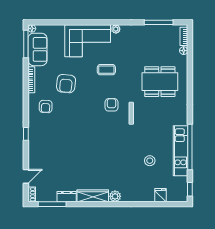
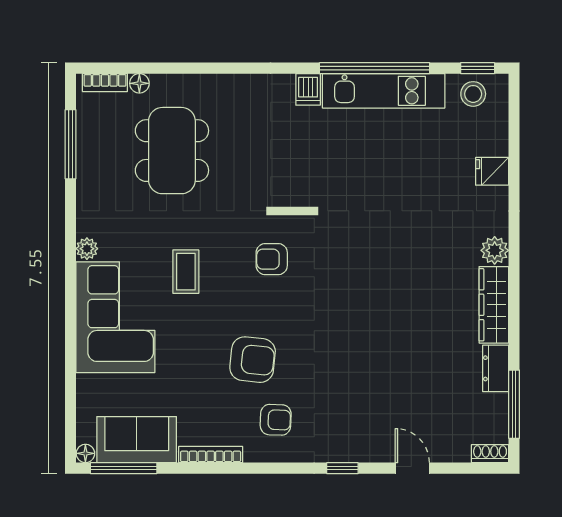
dining table: (160, 82) -> (172, 151), moved
armchair: (66, 84) -> (253, 360), moved
dishwasher: (181, 120) -> (308, 89), added
stool: (150, 161) -> (473, 94), moved
door: (26, 176) -> (412, 468), moved
fridge: (161, 195) -> (492, 171), moved

